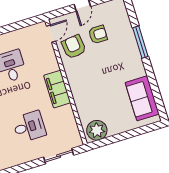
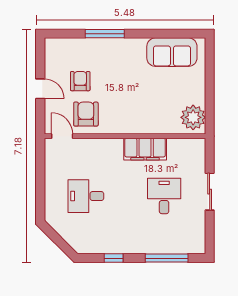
armchair: (74, 47) -> (86, 114), turned 97
filing cabinet: (57, 89) -> (145, 149), moved
sliding door: (59, 156) -> (210, 192), moved

